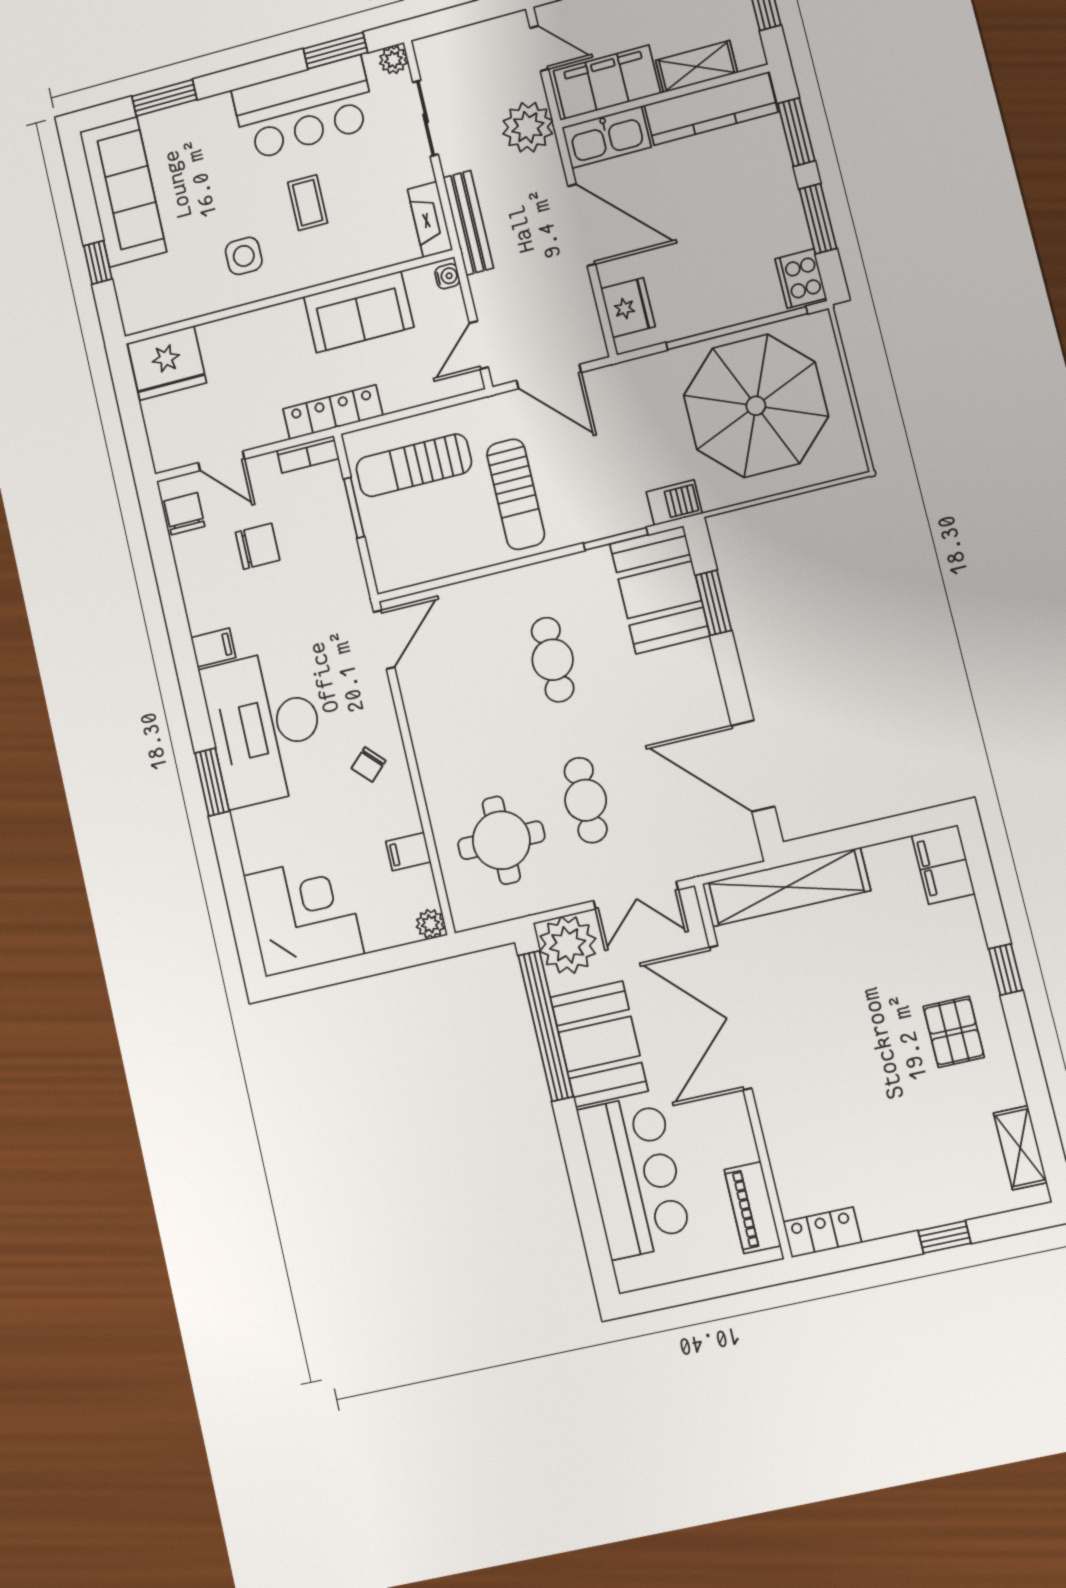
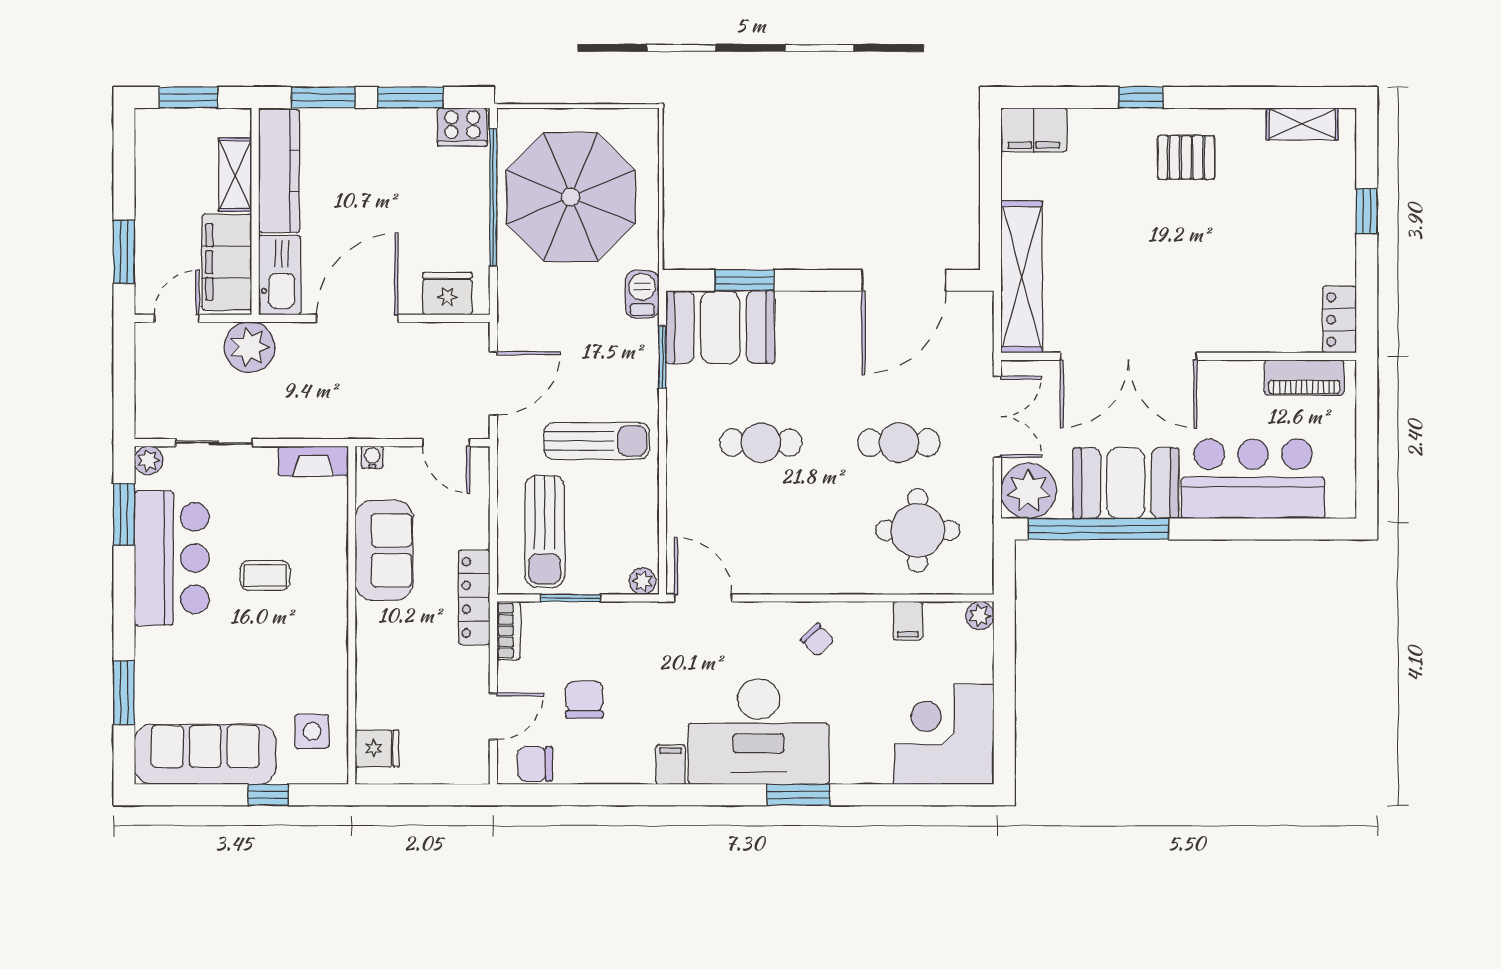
bench: (468, 223) -> (326, 425), removed
side table: (244, 256) -> (312, 731), moved
fridge: (167, 363) -> (377, 748), width x0.53, depth x0.75
plant: (387, 575) -> (643, 581), added

